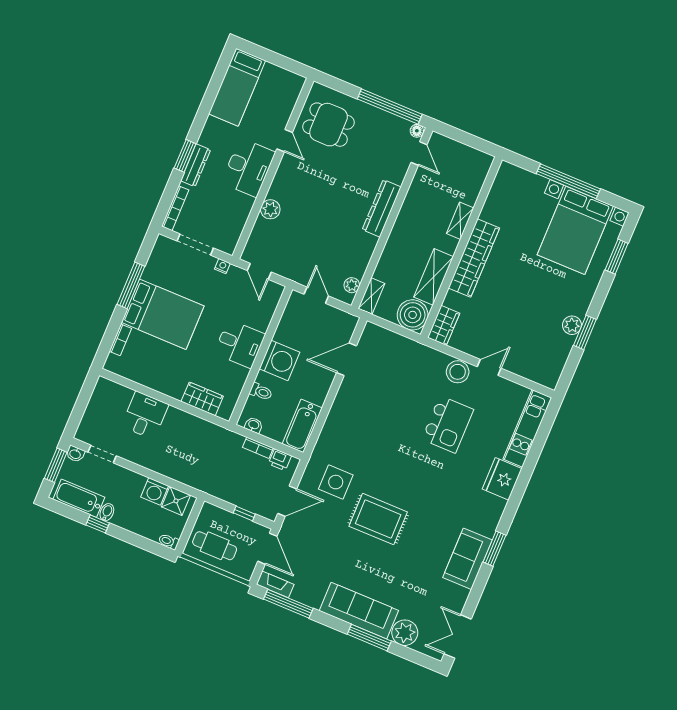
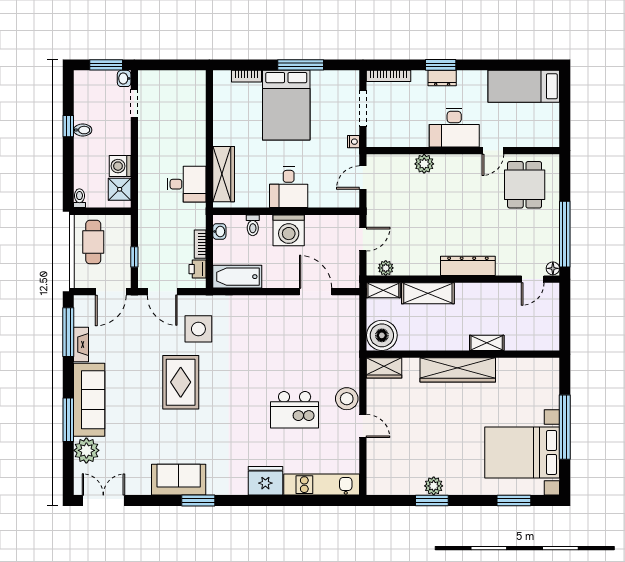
dresser: (196, 165) -> (442, 78), width x0.70
shelving: (434, 277) -> (428, 293), moved
wardrobe: (202, 399) -> (224, 174), width x1.50
desk: (145, 415) -> (186, 184), moved
bathtub: (79, 498) -> (85, 99), removed
fireplace: (275, 584) -> (81, 344), moved

